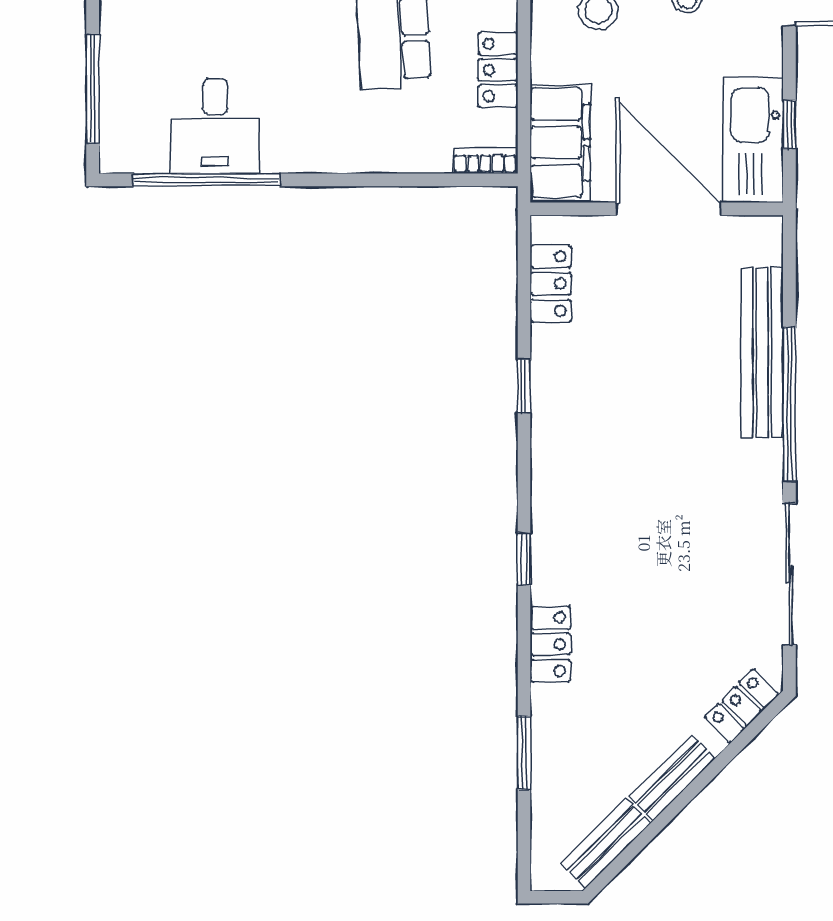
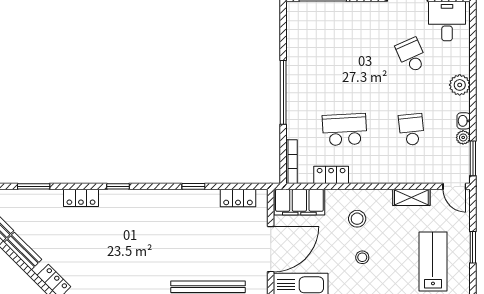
desk: (215, 126) -> (307, 52), removed
bookcase: (485, 161) -> (292, 162), width x1.56
window: (206, 180) -> (283, 92), moved

